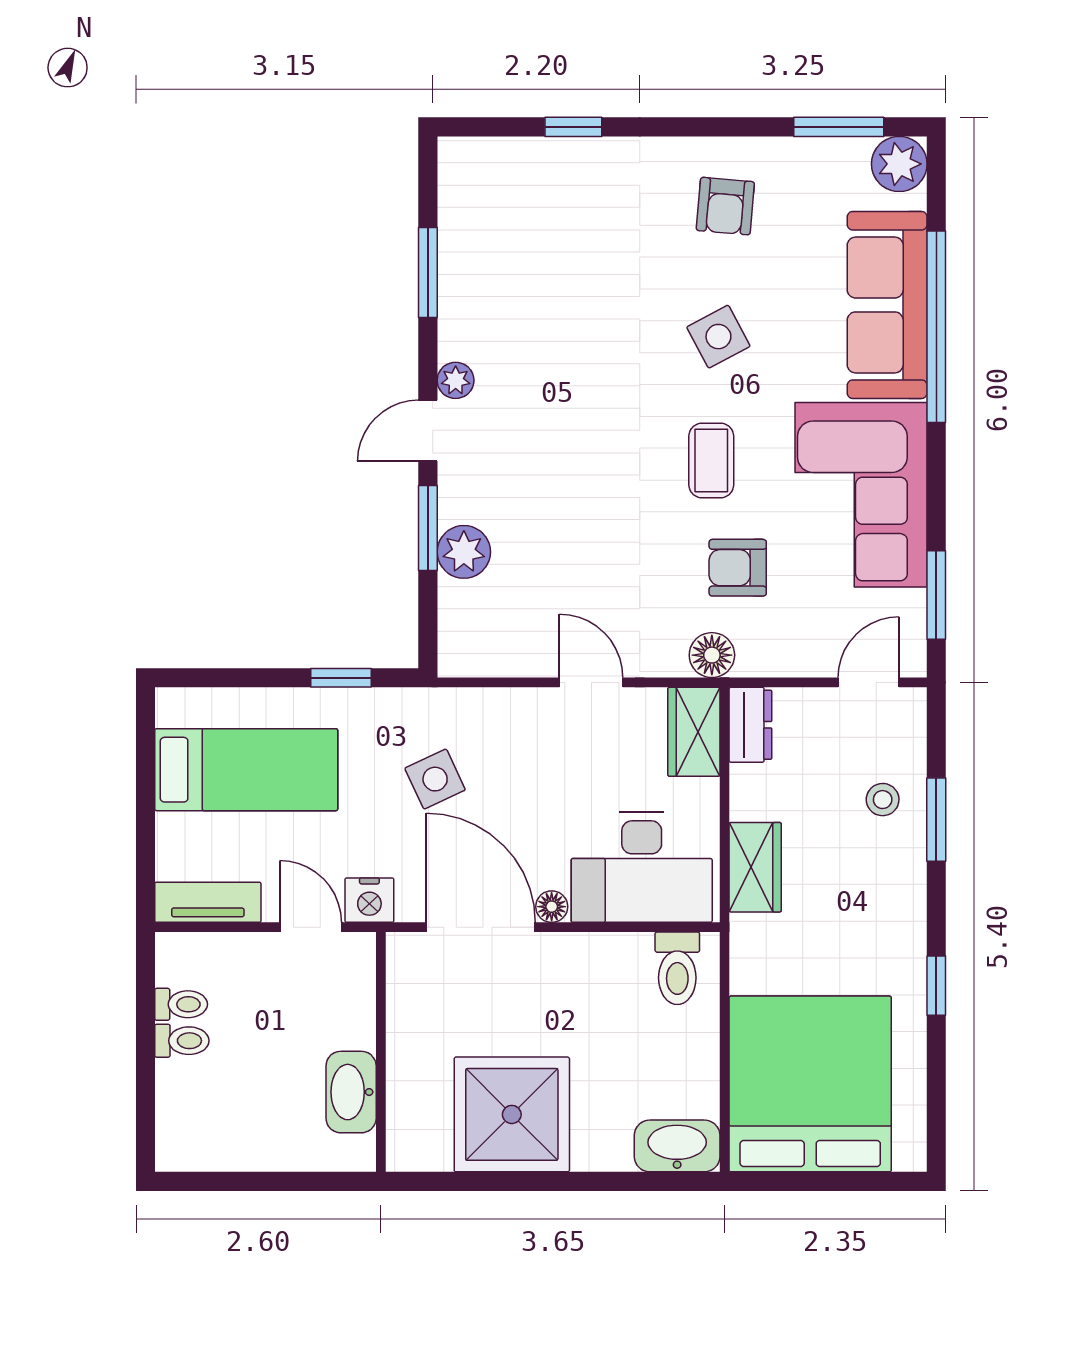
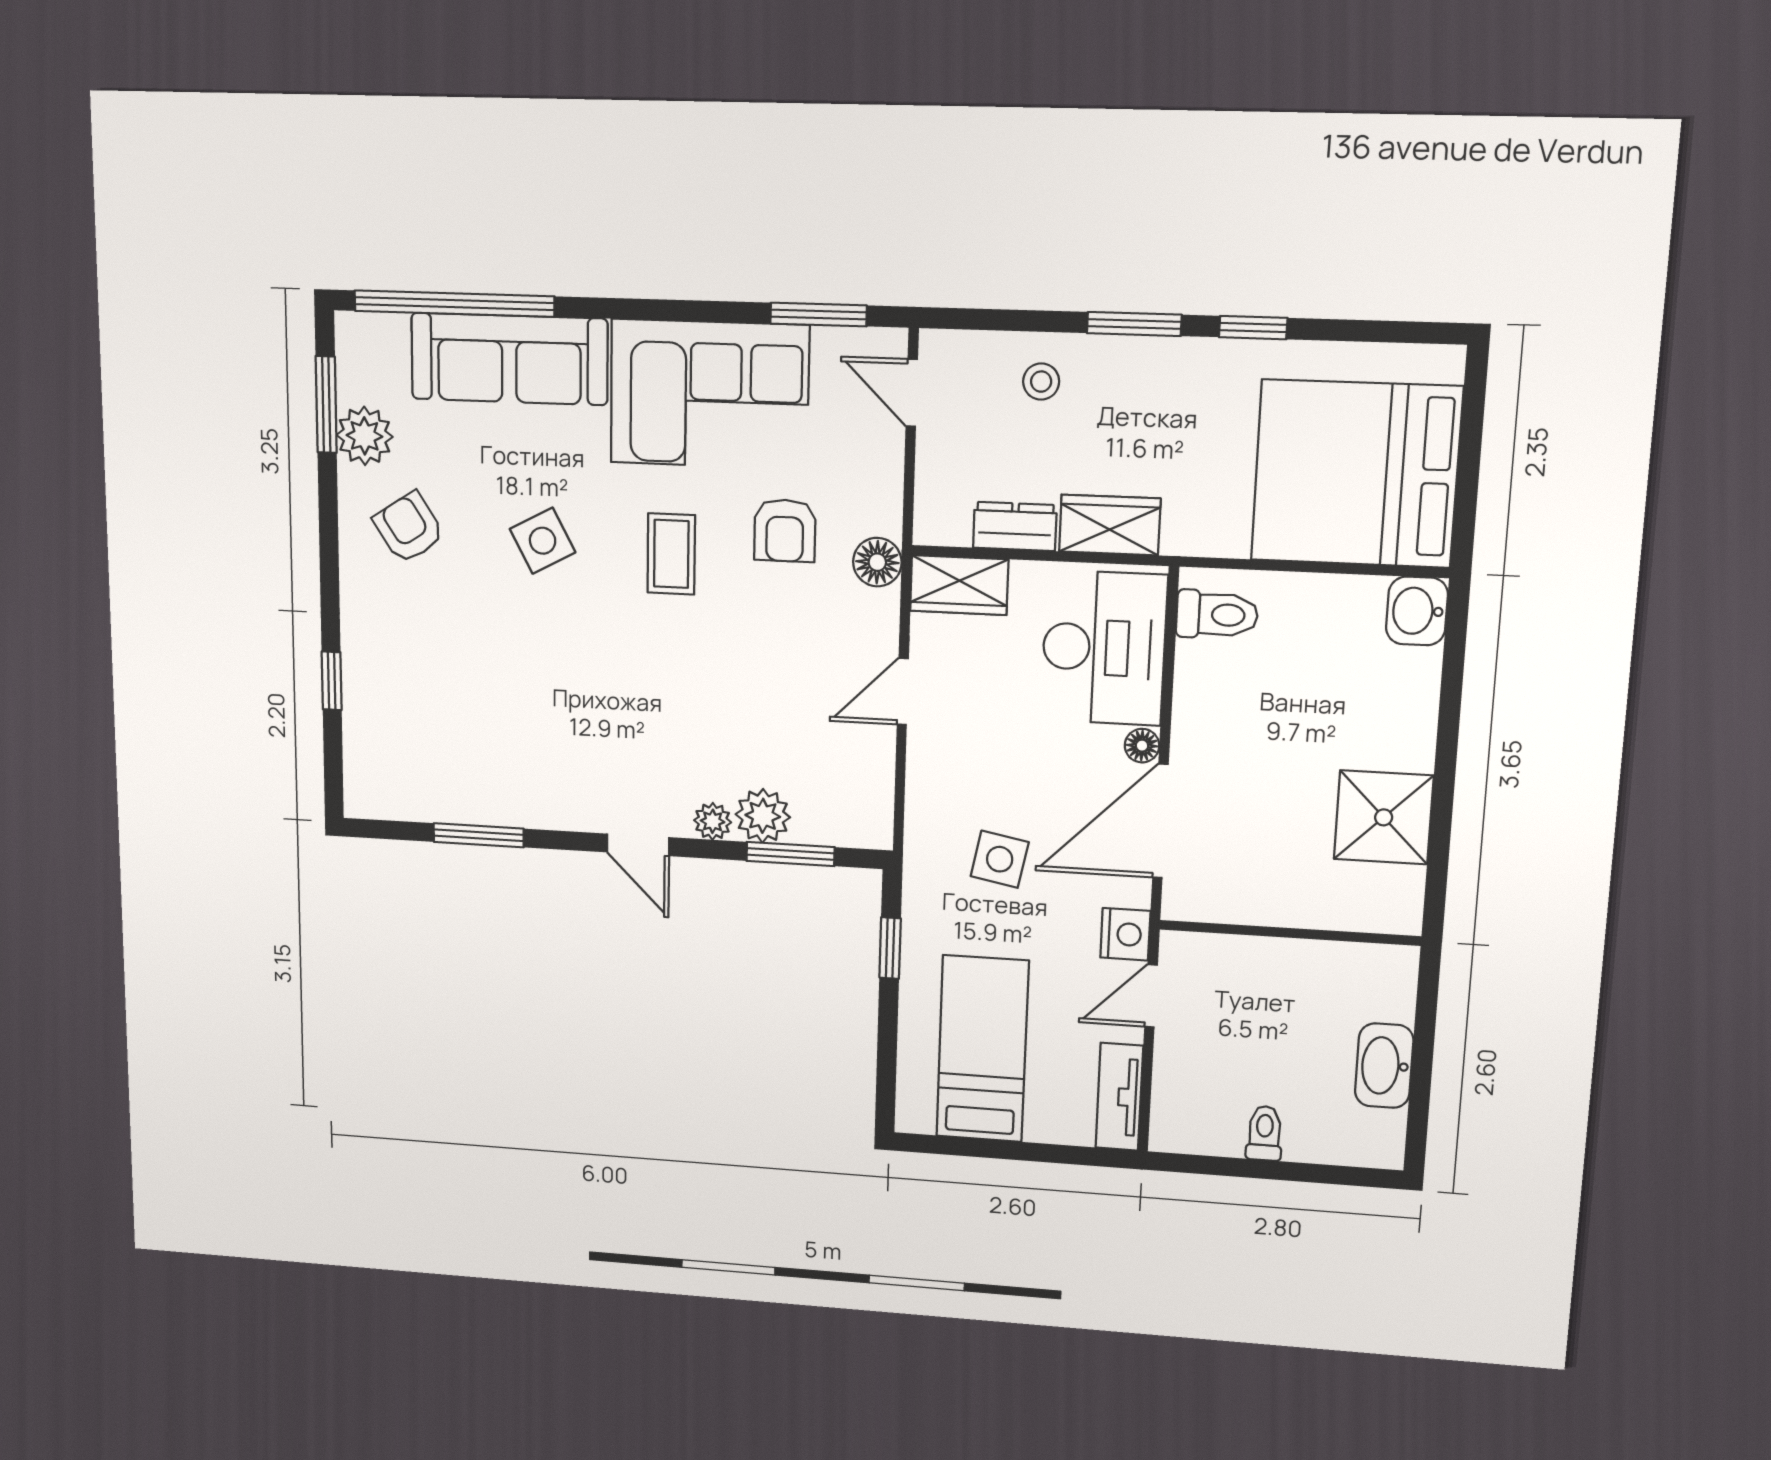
plant: (899, 164) -> (365, 436), moved
armchair: (725, 206) -> (409, 528), turned -128
window: (936, 327) -> (454, 304), moved
plant: (456, 380) -> (713, 821), moved
coffee table: (711, 461) -> (671, 554), turned 90
window: (428, 528) -> (790, 854), moved
dresser: (750, 725) -> (1015, 526), moved
side table: (435, 779) -> (1000, 859), turned 36
window: (936, 820) -> (1134, 324), moved
toilet: (181, 1004) -> (1226, 1131), removed
washbasin: (351, 1092) -> (1384, 1066), moved, turned 90
shower: (512, 1114) -> (1384, 817), width x0.73, depth x0.73
washbasin: (677, 1146) -> (1417, 611), width x0.72

